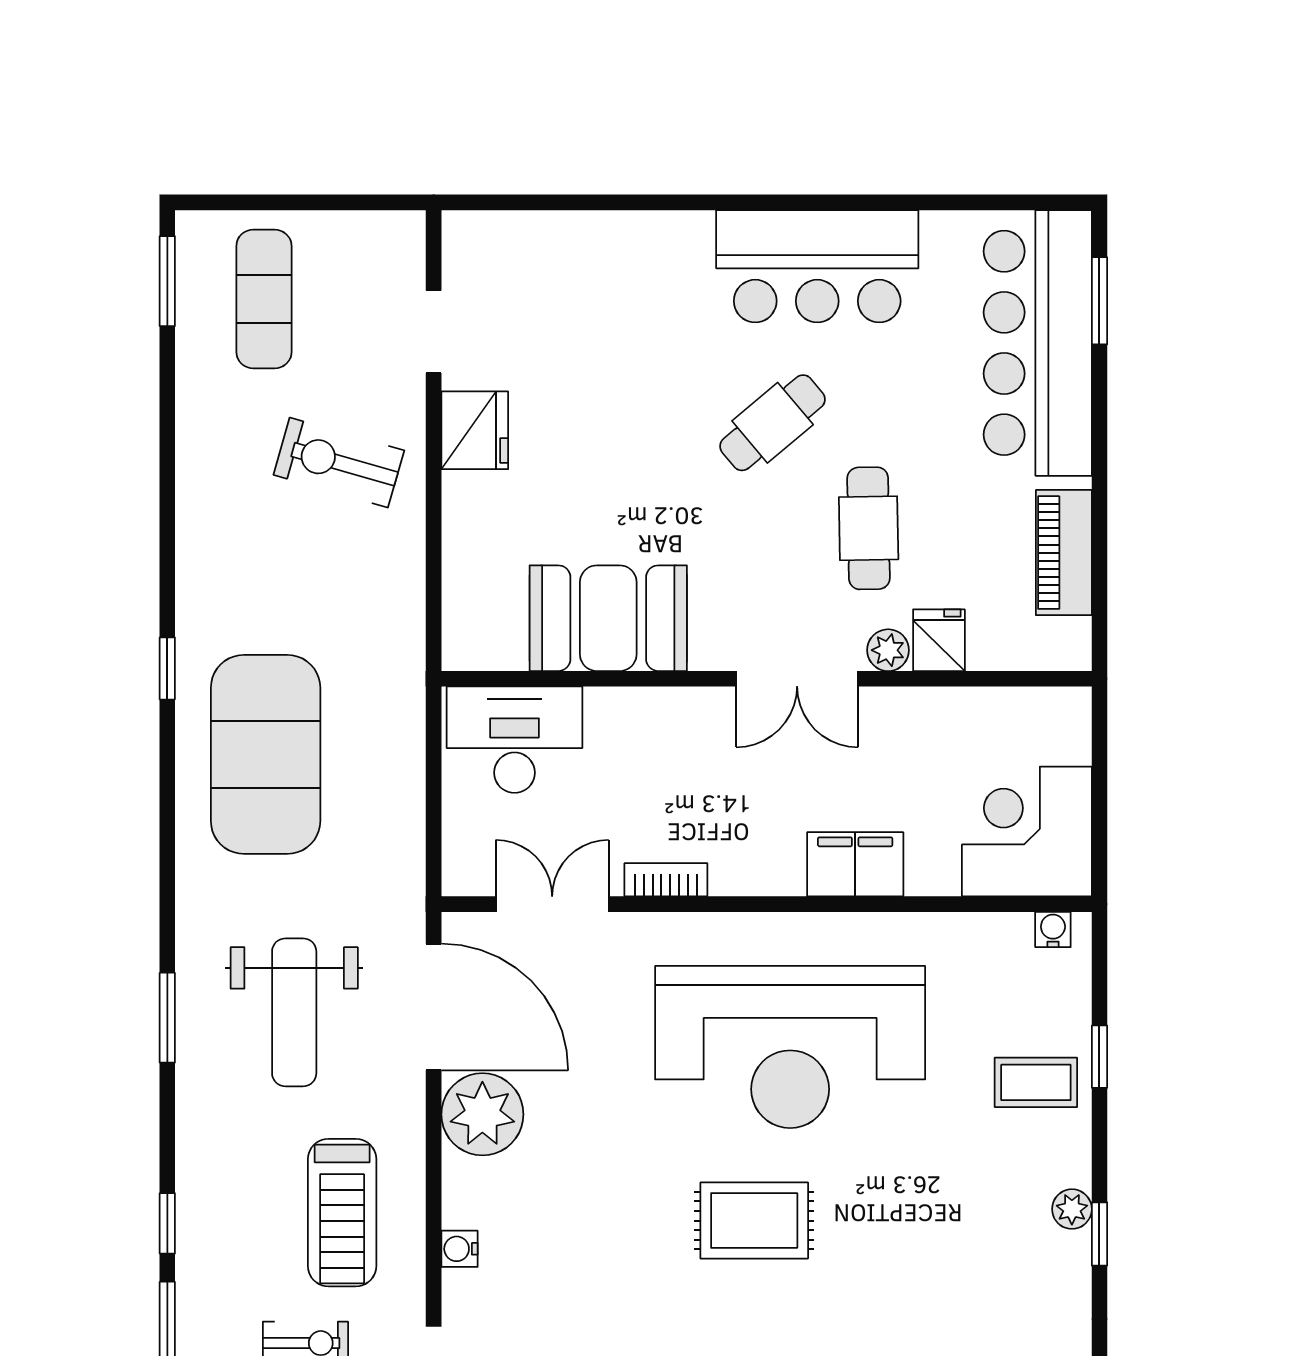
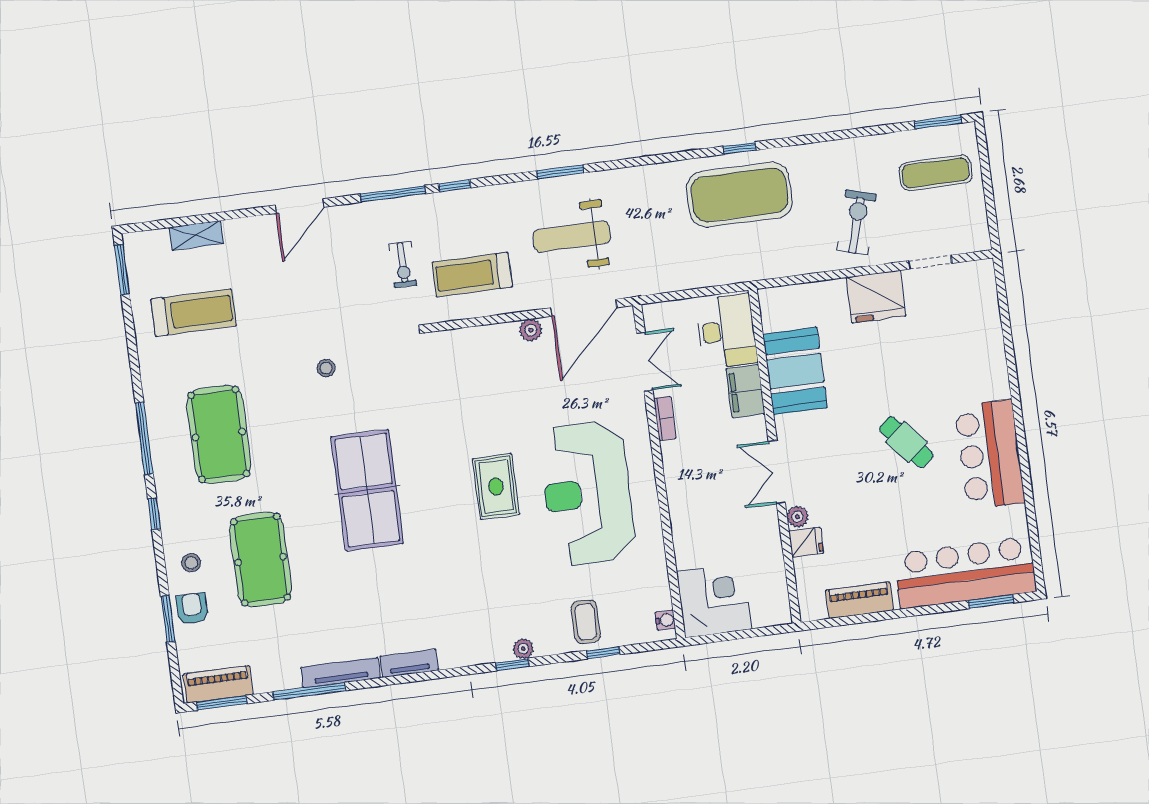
fridge: (475, 430) -> (876, 297), width x1.36, depth x1.34
cafe table: (869, 528) -> (859, 498), removed
exercise mat: (266, 754) -> (739, 195), moved
filing cabinet: (855, 864) -> (745, 391), moved, turned 180
plant: (482, 1114) -> (531, 330), width x0.53, depth x0.53
water cooler: (459, 1249) -> (461, 337), removed

